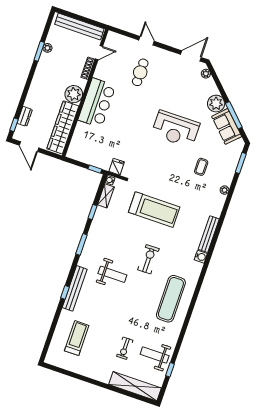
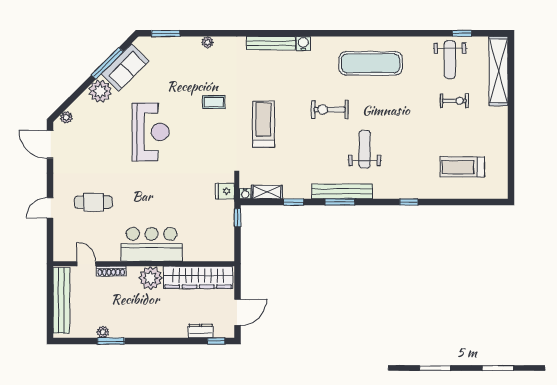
coffee table: (201, 167) -> (214, 102), moved
treadmill: (154, 210) -> (263, 124), width x0.73, depth x0.73
bench: (75, 288) -> (342, 191), moved

